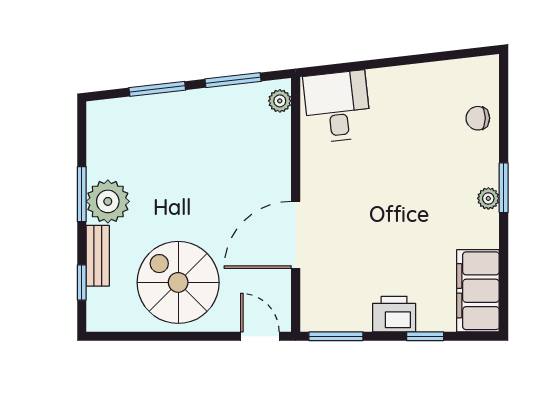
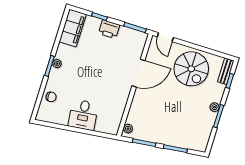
desk: (337, 107) -> (83, 115), moved
plant: (108, 201) -> (214, 107), width x0.53, depth x0.53
bench: (98, 256) -> (226, 71), moved

